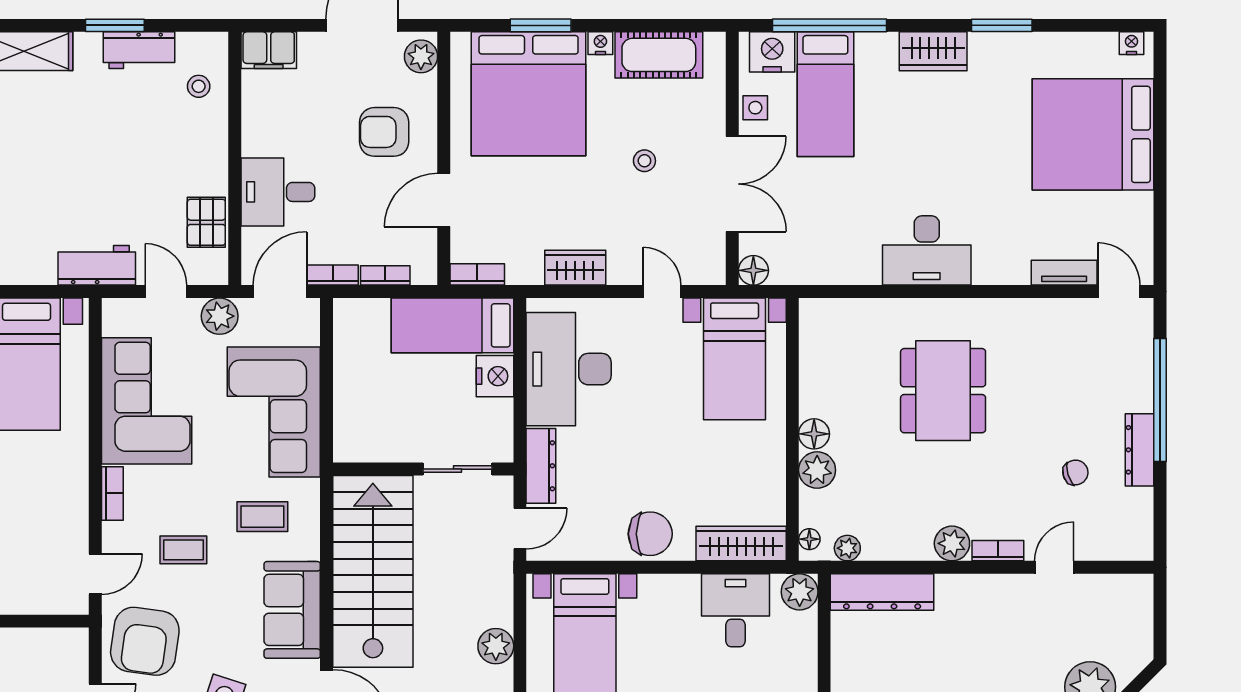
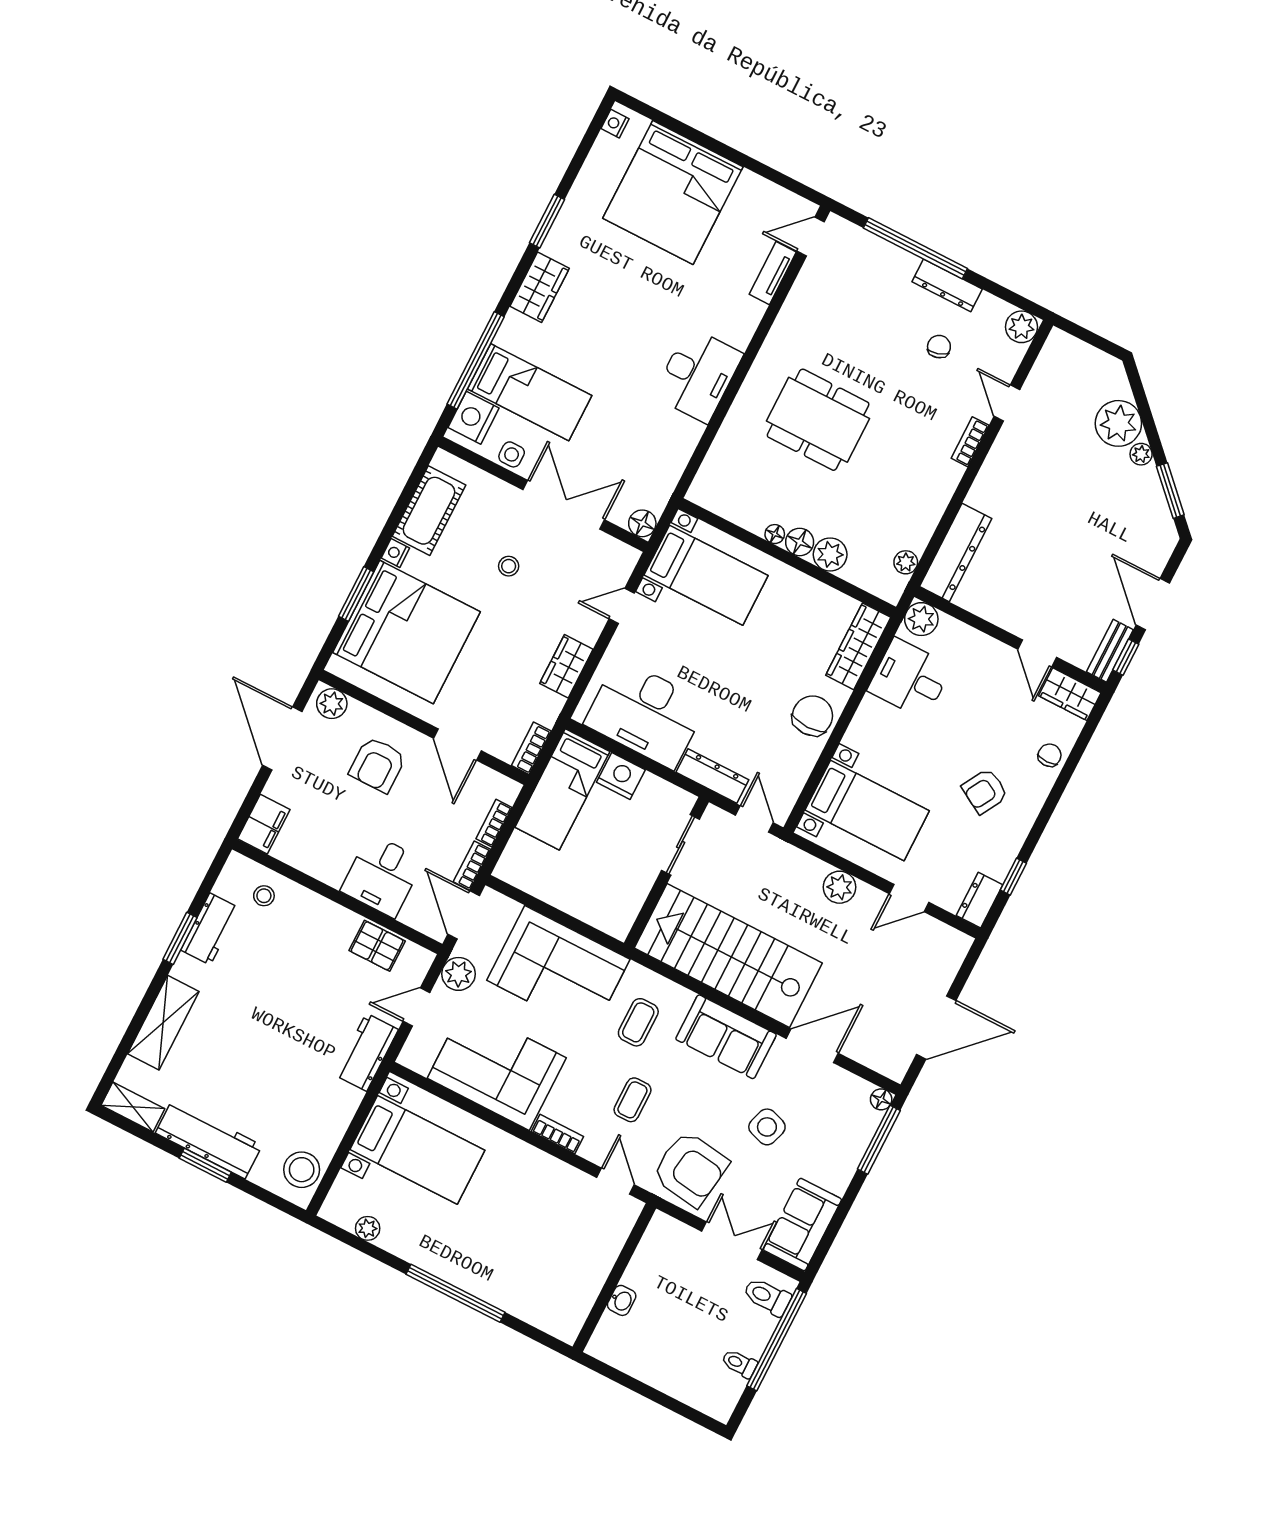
floor lamp: (809, 539) -> (775, 534), moved
plant: (952, 543) -> (1021, 327), moved

